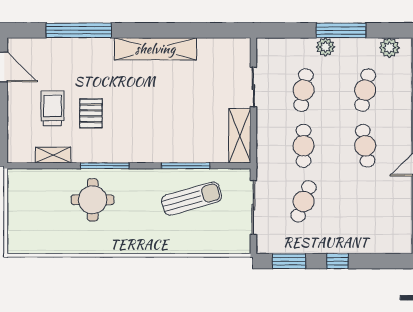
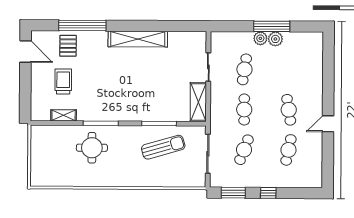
plant: (389, 48) -> (275, 39), moved
cafe table: (365, 90) -> (288, 150), moved
pallet: (91, 113) -> (68, 46), moved

